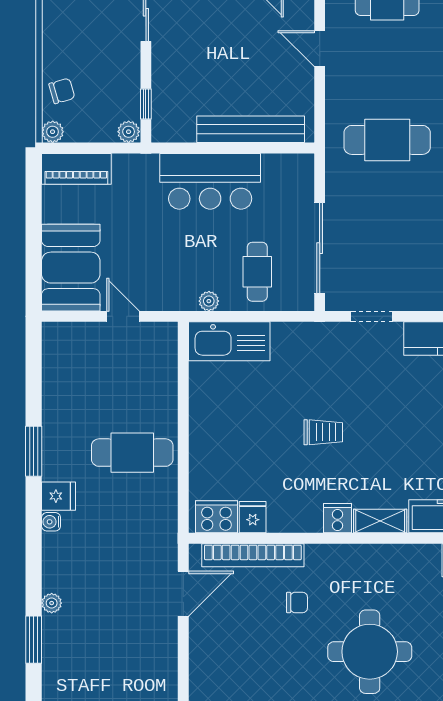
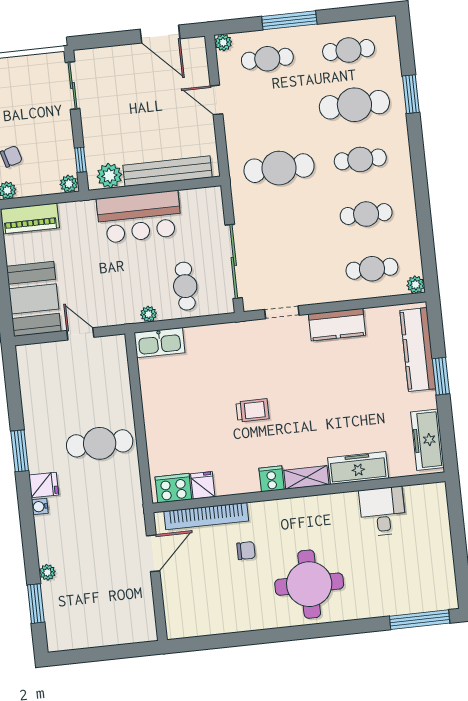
plant: (179, 127) -> (109, 176), added
kitchen sink: (229, 341) -> (159, 343), width x0.73, depth x0.81

